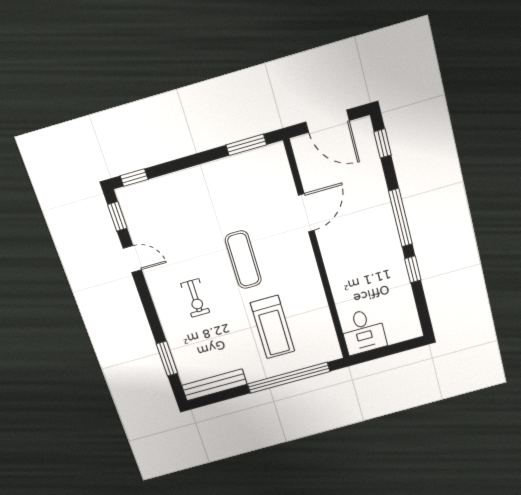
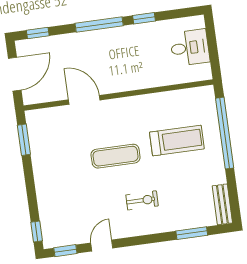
desk: (363, 331) -> (190, 48), moved
bench: (214, 385) -> (222, 204), width x0.73

